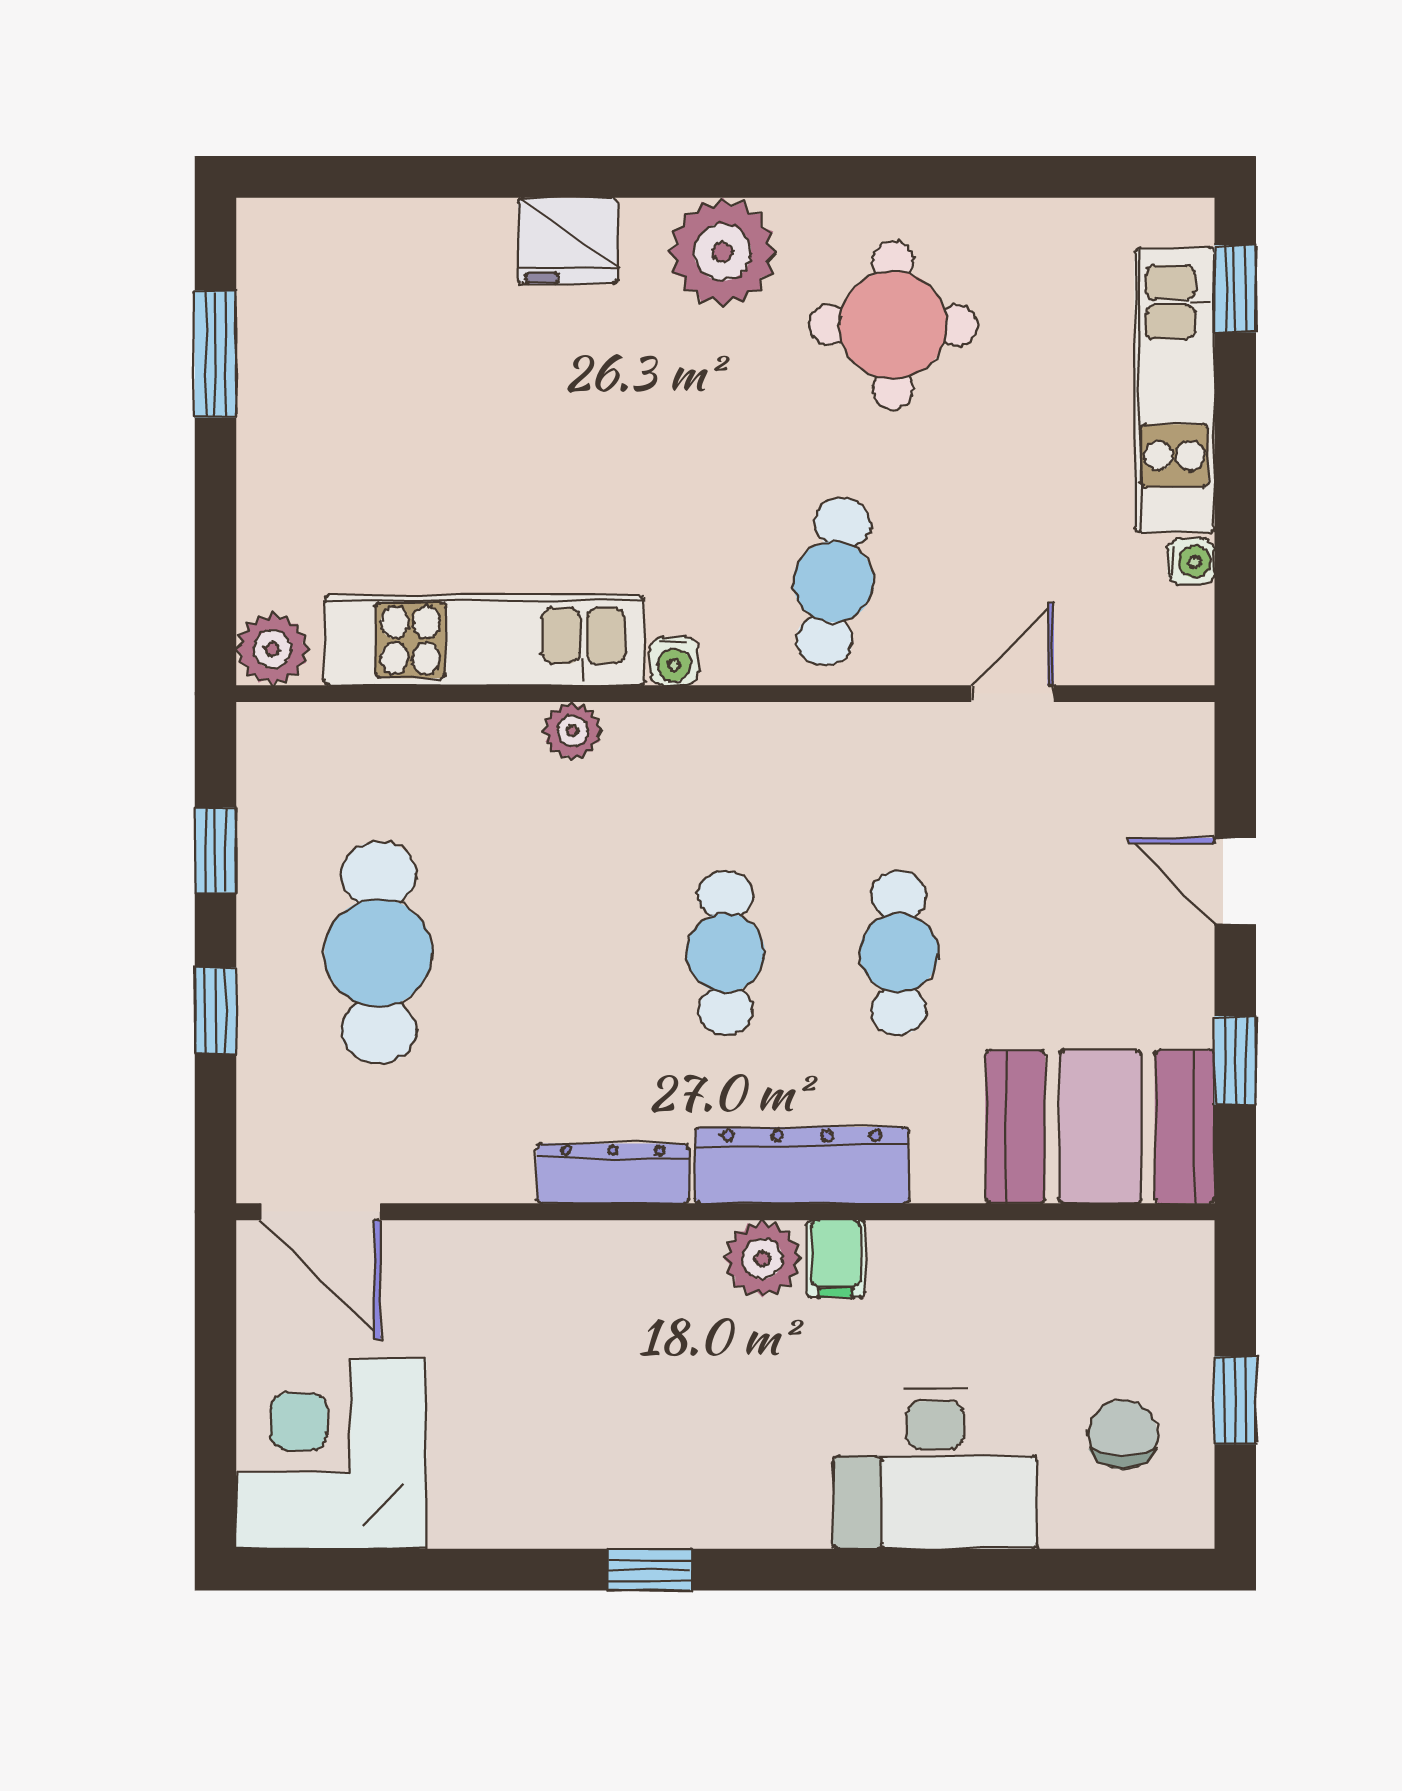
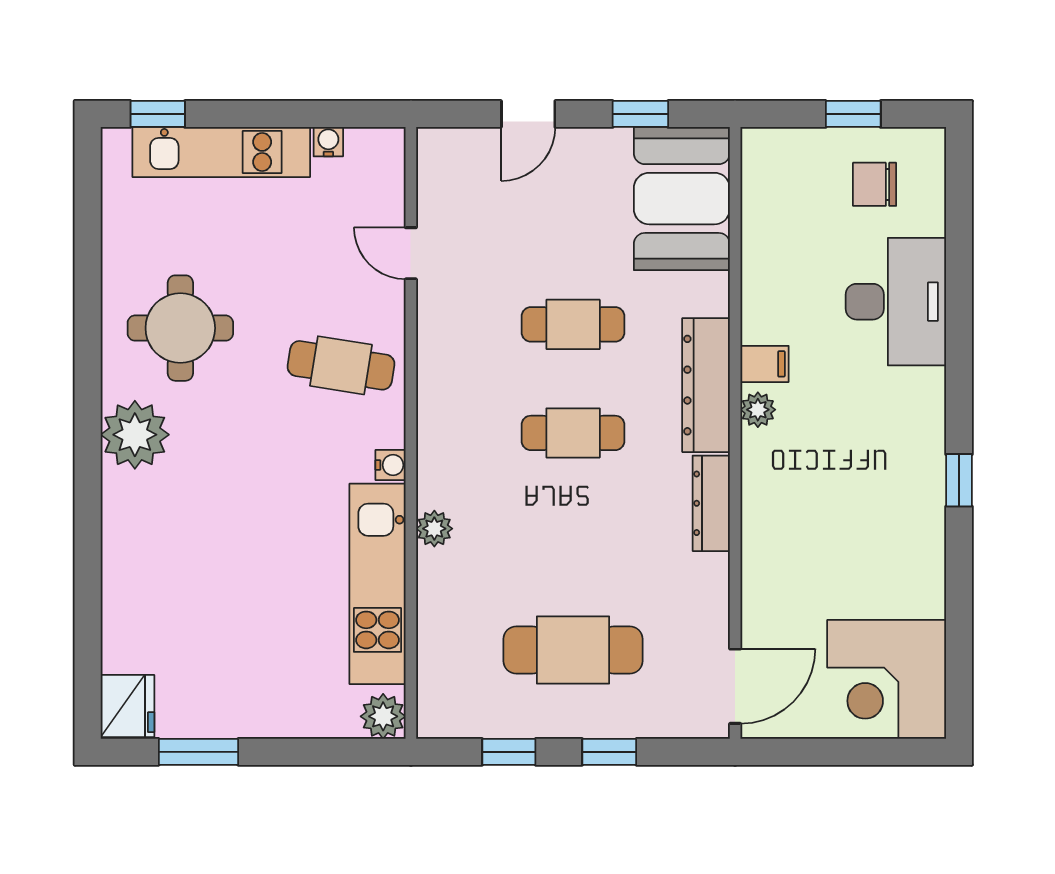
fridge: (568, 241) -> (127, 706), moved
plant: (762, 1259) -> (758, 410), width x0.73, depth x0.73

